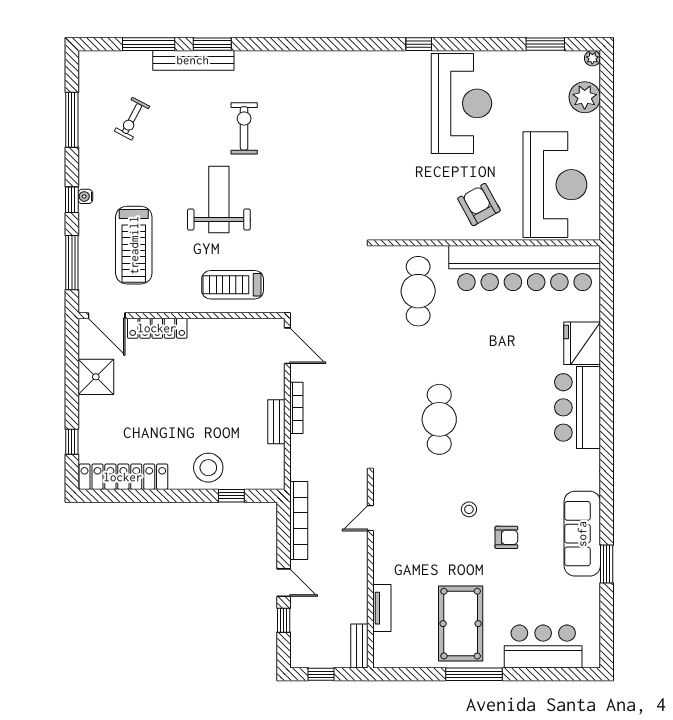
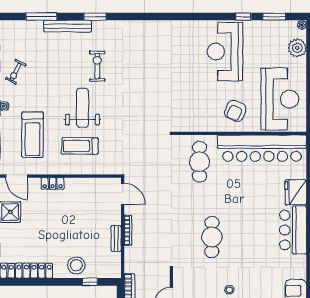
window: (212, 44) -> (95, 17), moved
window: (419, 44) -> (243, 17), moved
reception desk: (461, 103) -> (225, 51), turned 180
exercise bike: (132, 119) -> (16, 72), moved
armchair: (479, 205) -> (235, 111), turned -127
treadmill: (233, 285) -> (80, 146), moved
locker: (157, 328) -> (53, 183), width x0.66

